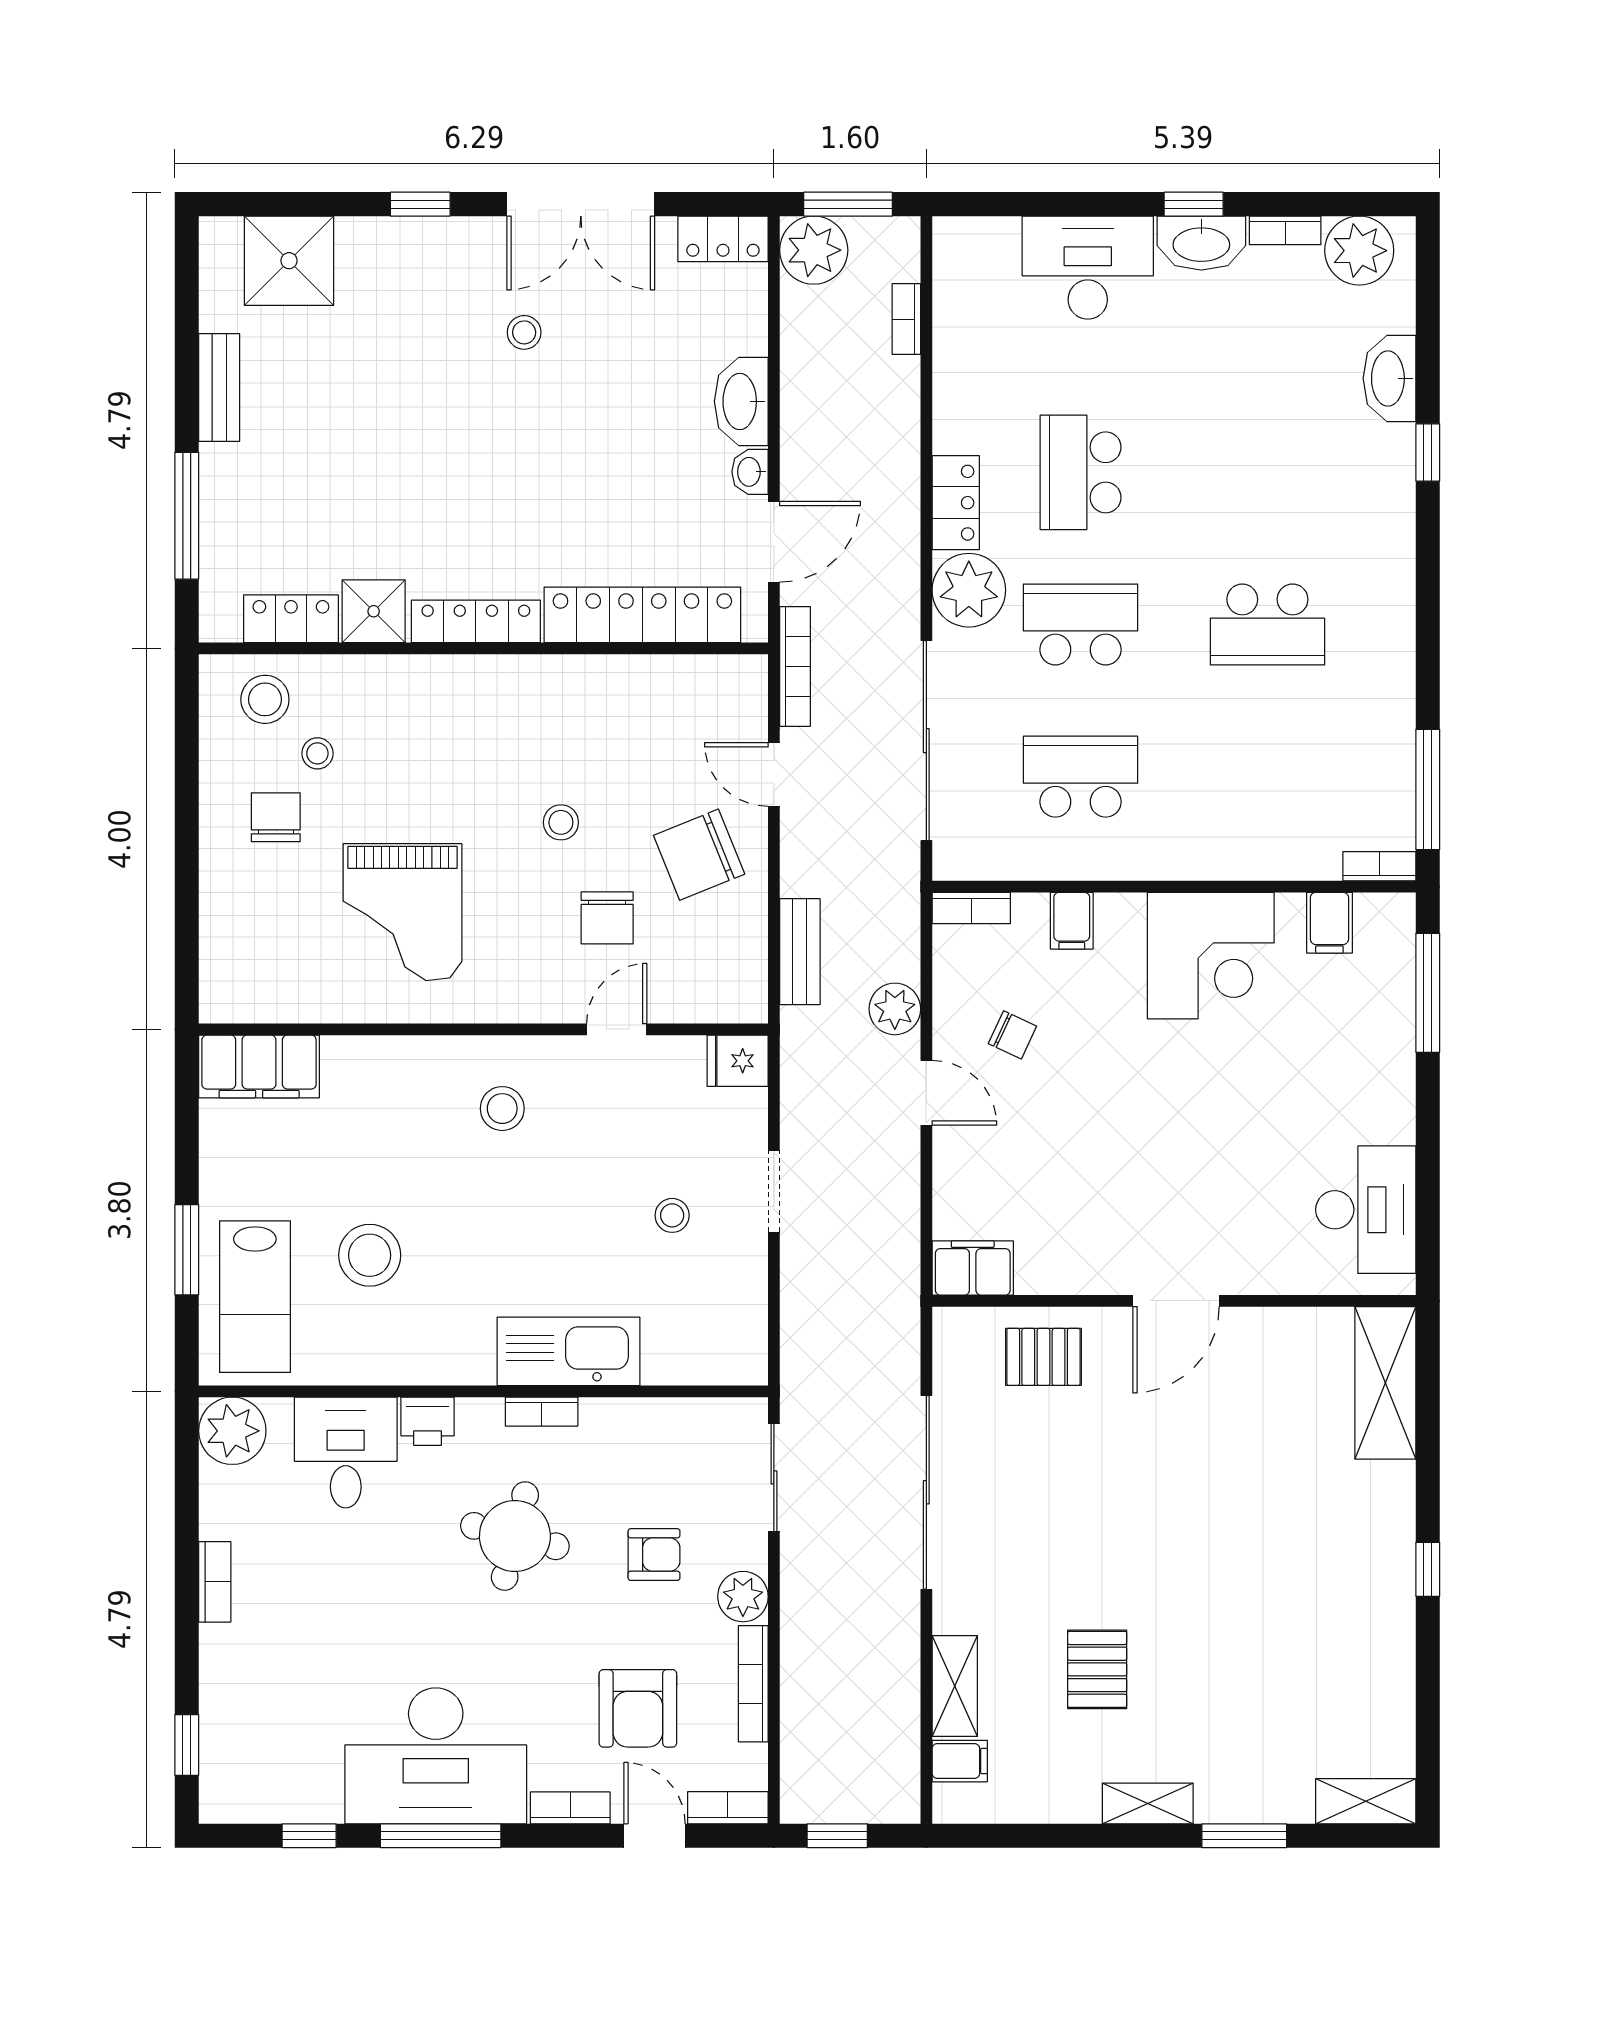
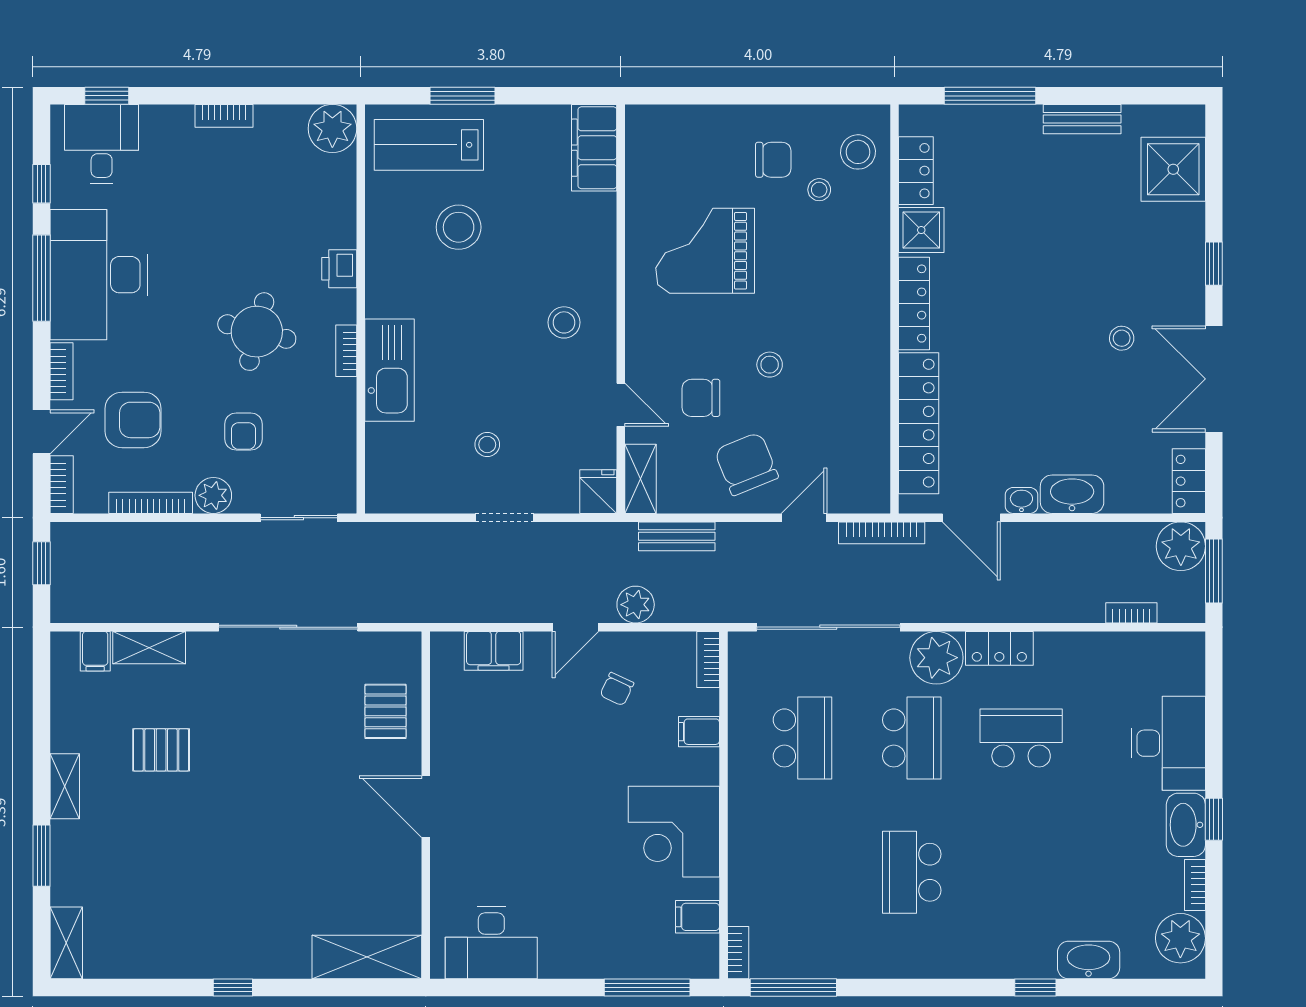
shelving: (720, 1002) -> (641, 479), added
filing cabinet: (973, 1268) -> (494, 651), moved, turned 90
desk: (346, 1452) -> (102, 144), moved, turned -90
armchair: (638, 1708) -> (133, 420), turned 180

